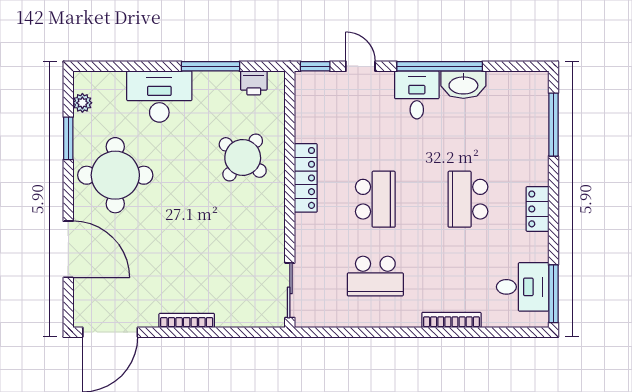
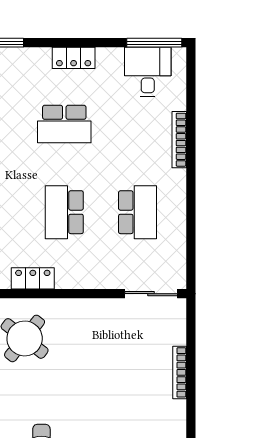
locker: (306, 178) -> (33, 278), width x0.66
school desk: (375, 199) -> (64, 212), turned -90
bookcase: (187, 320) -> (180, 372), moved

